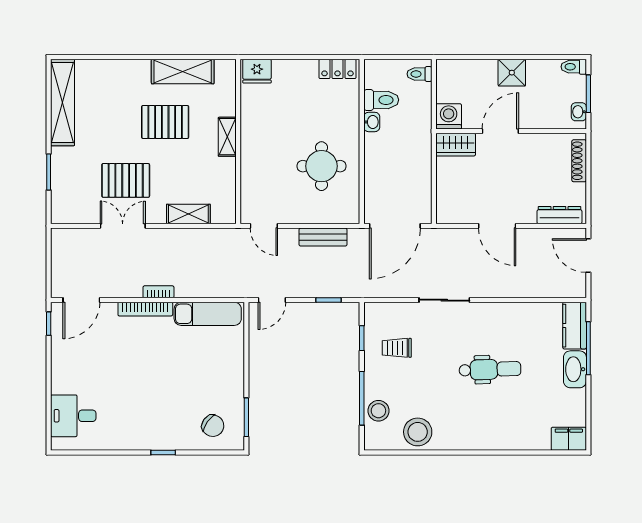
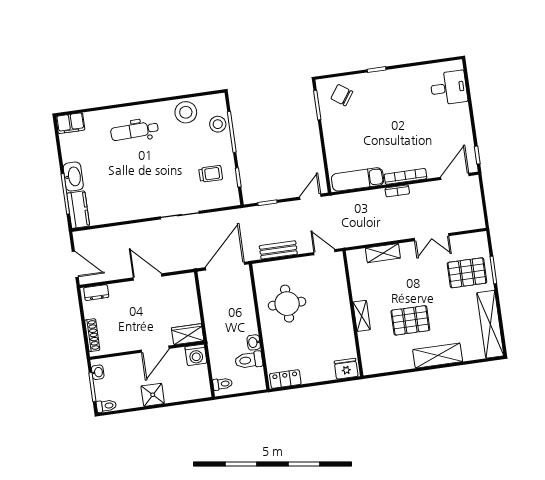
shelving: (183, 71) -> (438, 356), moved
pallet: (126, 180) -> (467, 273), moved
dresser: (559, 215) -> (96, 293), width x0.70
dental chair: (490, 369) -> (135, 131), moved

